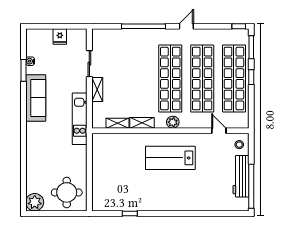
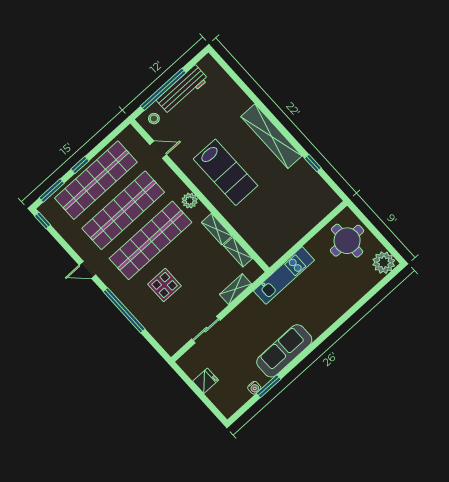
display table: (137, 63) -> (164, 285), added
shelving: (97, 89) -> (235, 289), moved
kitchen unit: (80, 119) -> (284, 275), moved
door: (219, 131) -> (158, 150), swing flipped
window: (251, 186) -> (163, 89), moved
shelving: (167, 204) -> (271, 136), added

